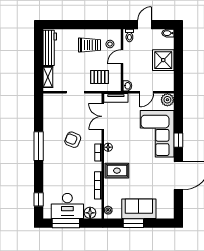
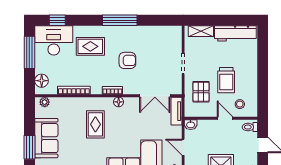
trolley: (90, 45) -> (226, 80), moved
double door: (103, 116) -> (155, 96), swing flipped
armchair: (73, 140) -> (127, 60), turned 68
rug: (61, 171) -> (90, 46), added
rug: (117, 171) -> (95, 124), moved
desk: (67, 206) -> (54, 40), moved, turned 90
window: (133, 223) -> (29, 147), moved

